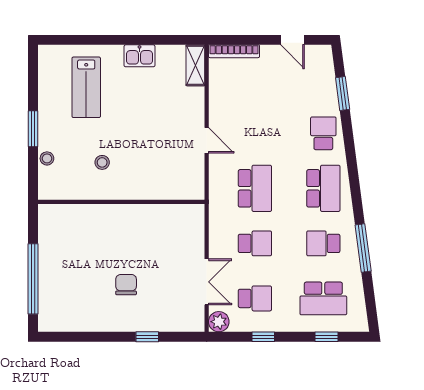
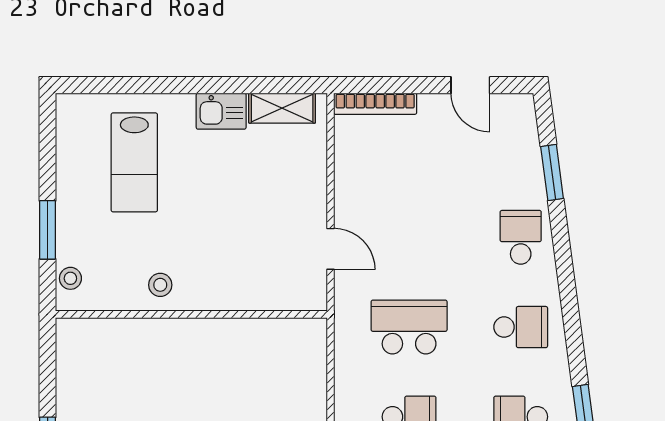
shelving: (195, 65) -> (282, 108), moved, turned 90
school desk: (255, 188) -> (409, 327), turned -90
school desk: (323, 188) -> (521, 327), width x0.54
wall: (121, 202) -> (191, 314), moved

